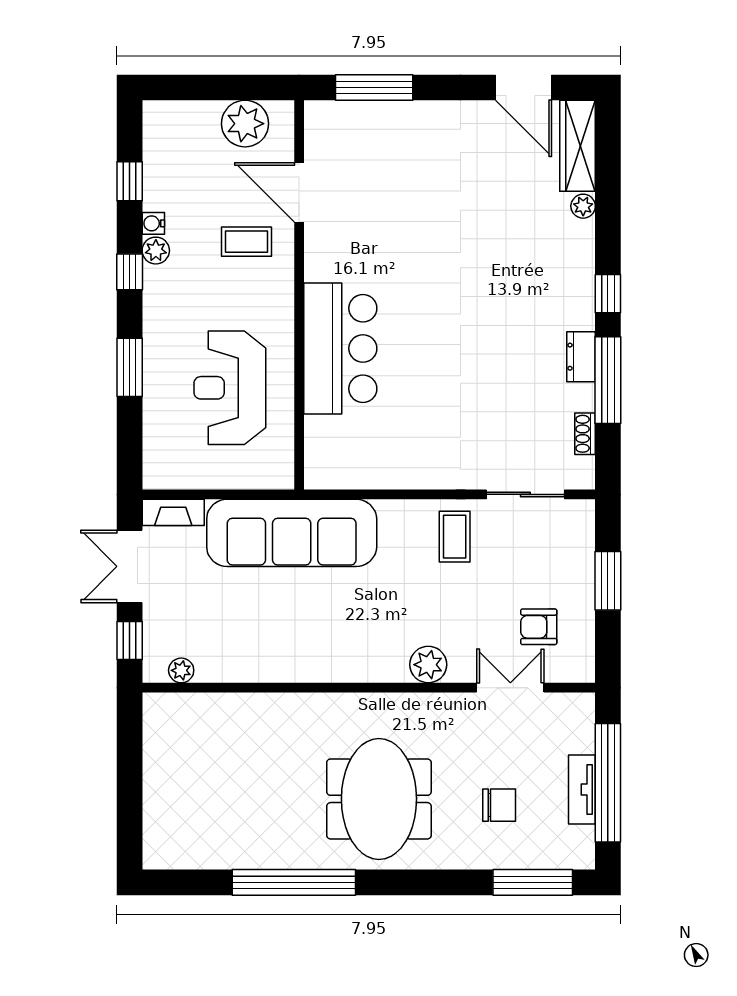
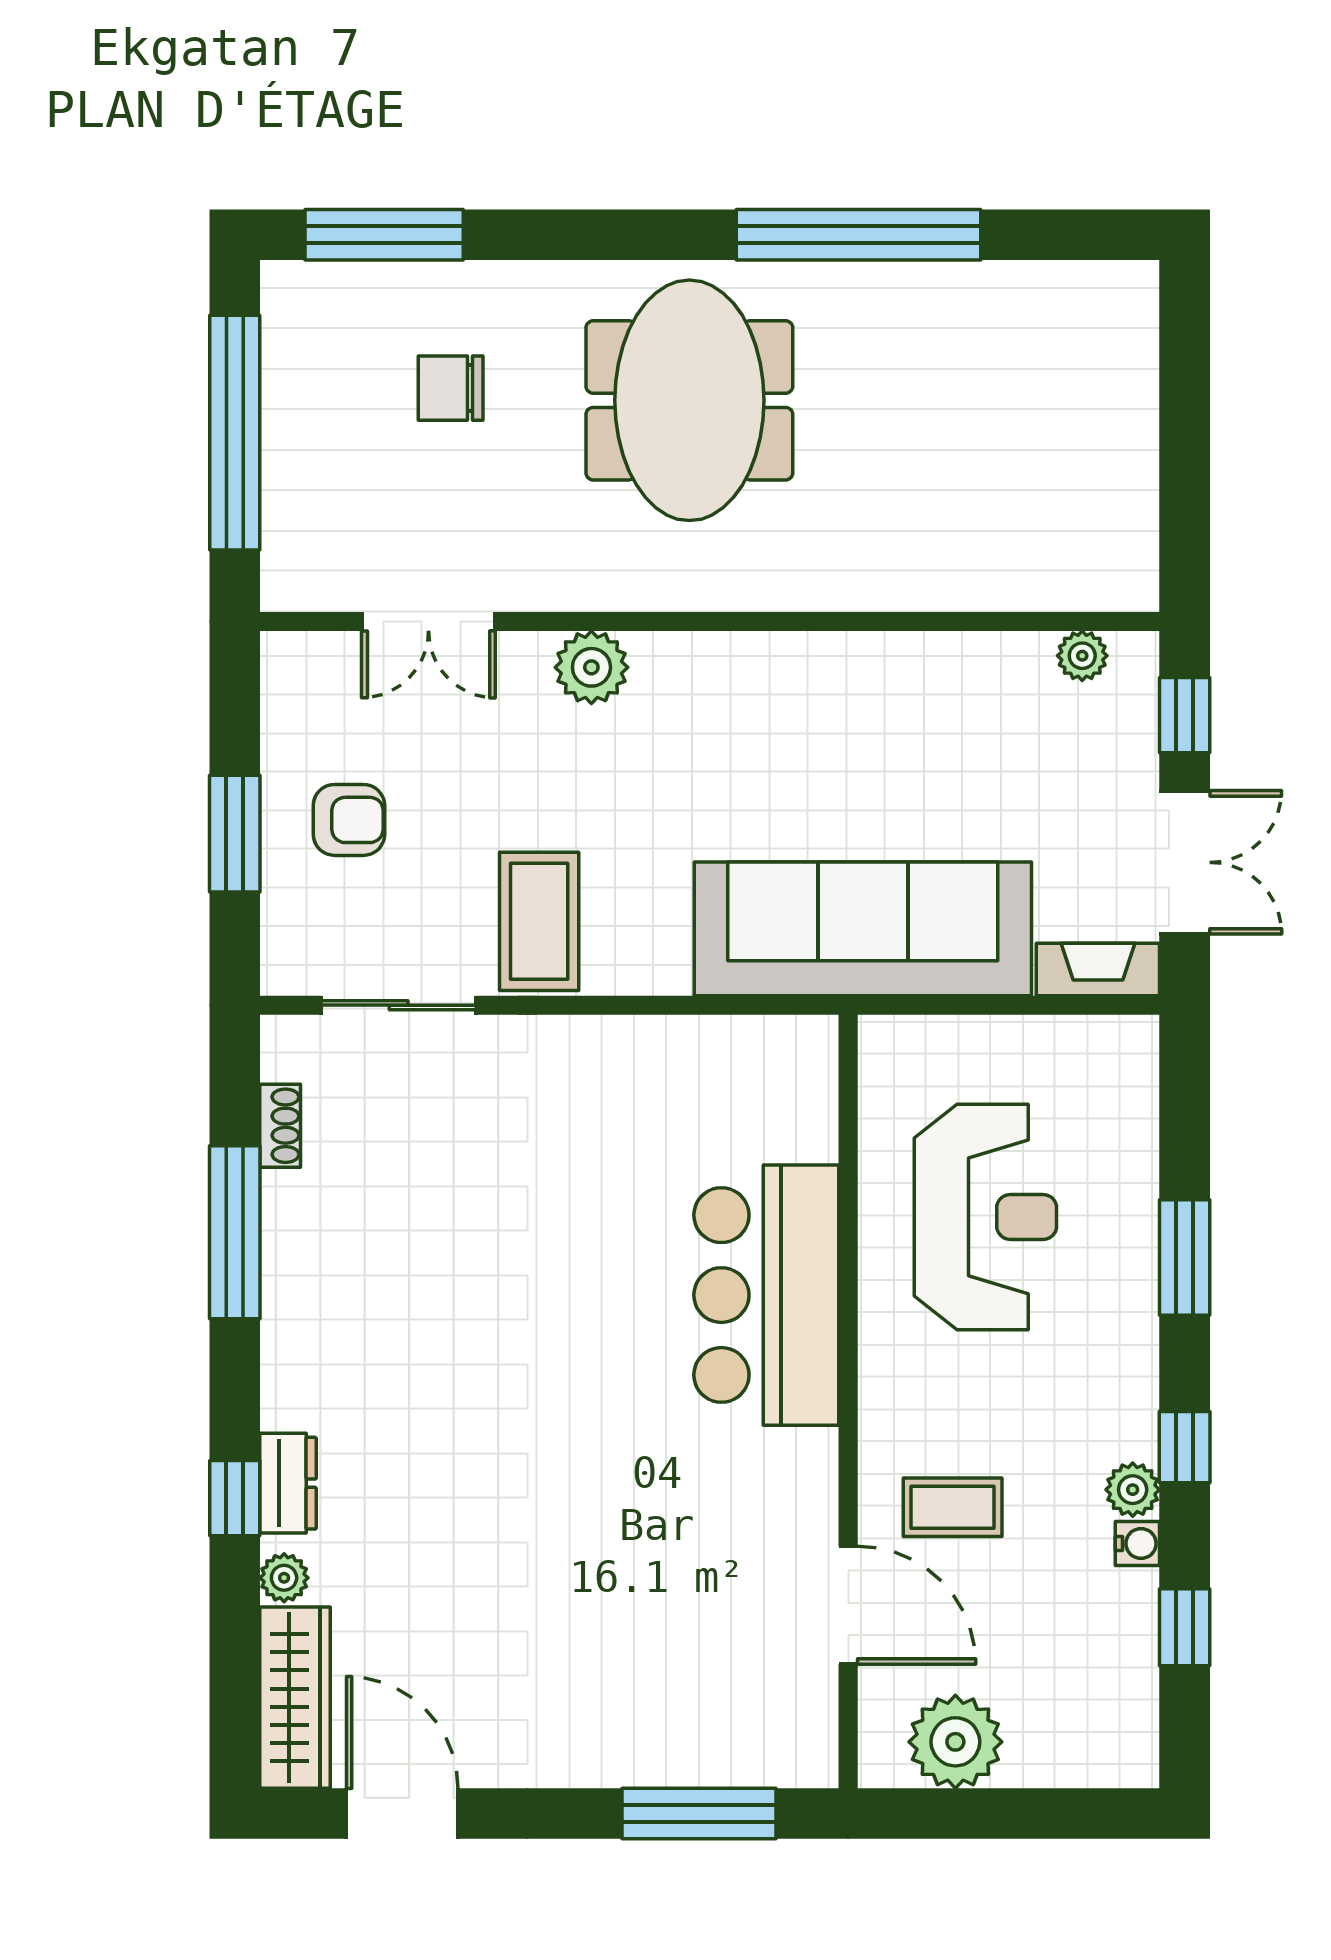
window: (608, 294) -> (235, 1498), moved
dresser: (581, 357) -> (288, 1483), moved
coffee table: (455, 537) -> (539, 921), width x1.36, depth x1.30
armchair: (539, 627) -> (349, 820), moved
tv unit: (582, 790) -> (286, 419), removed

